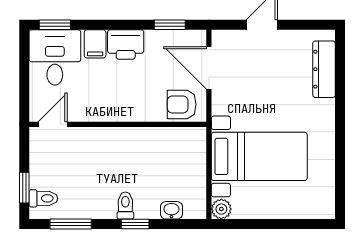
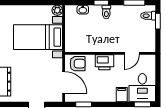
printer: (126, 45) -> (104, 62), moved, turned 180
door: (53, 124) -> (132, 53), moved

